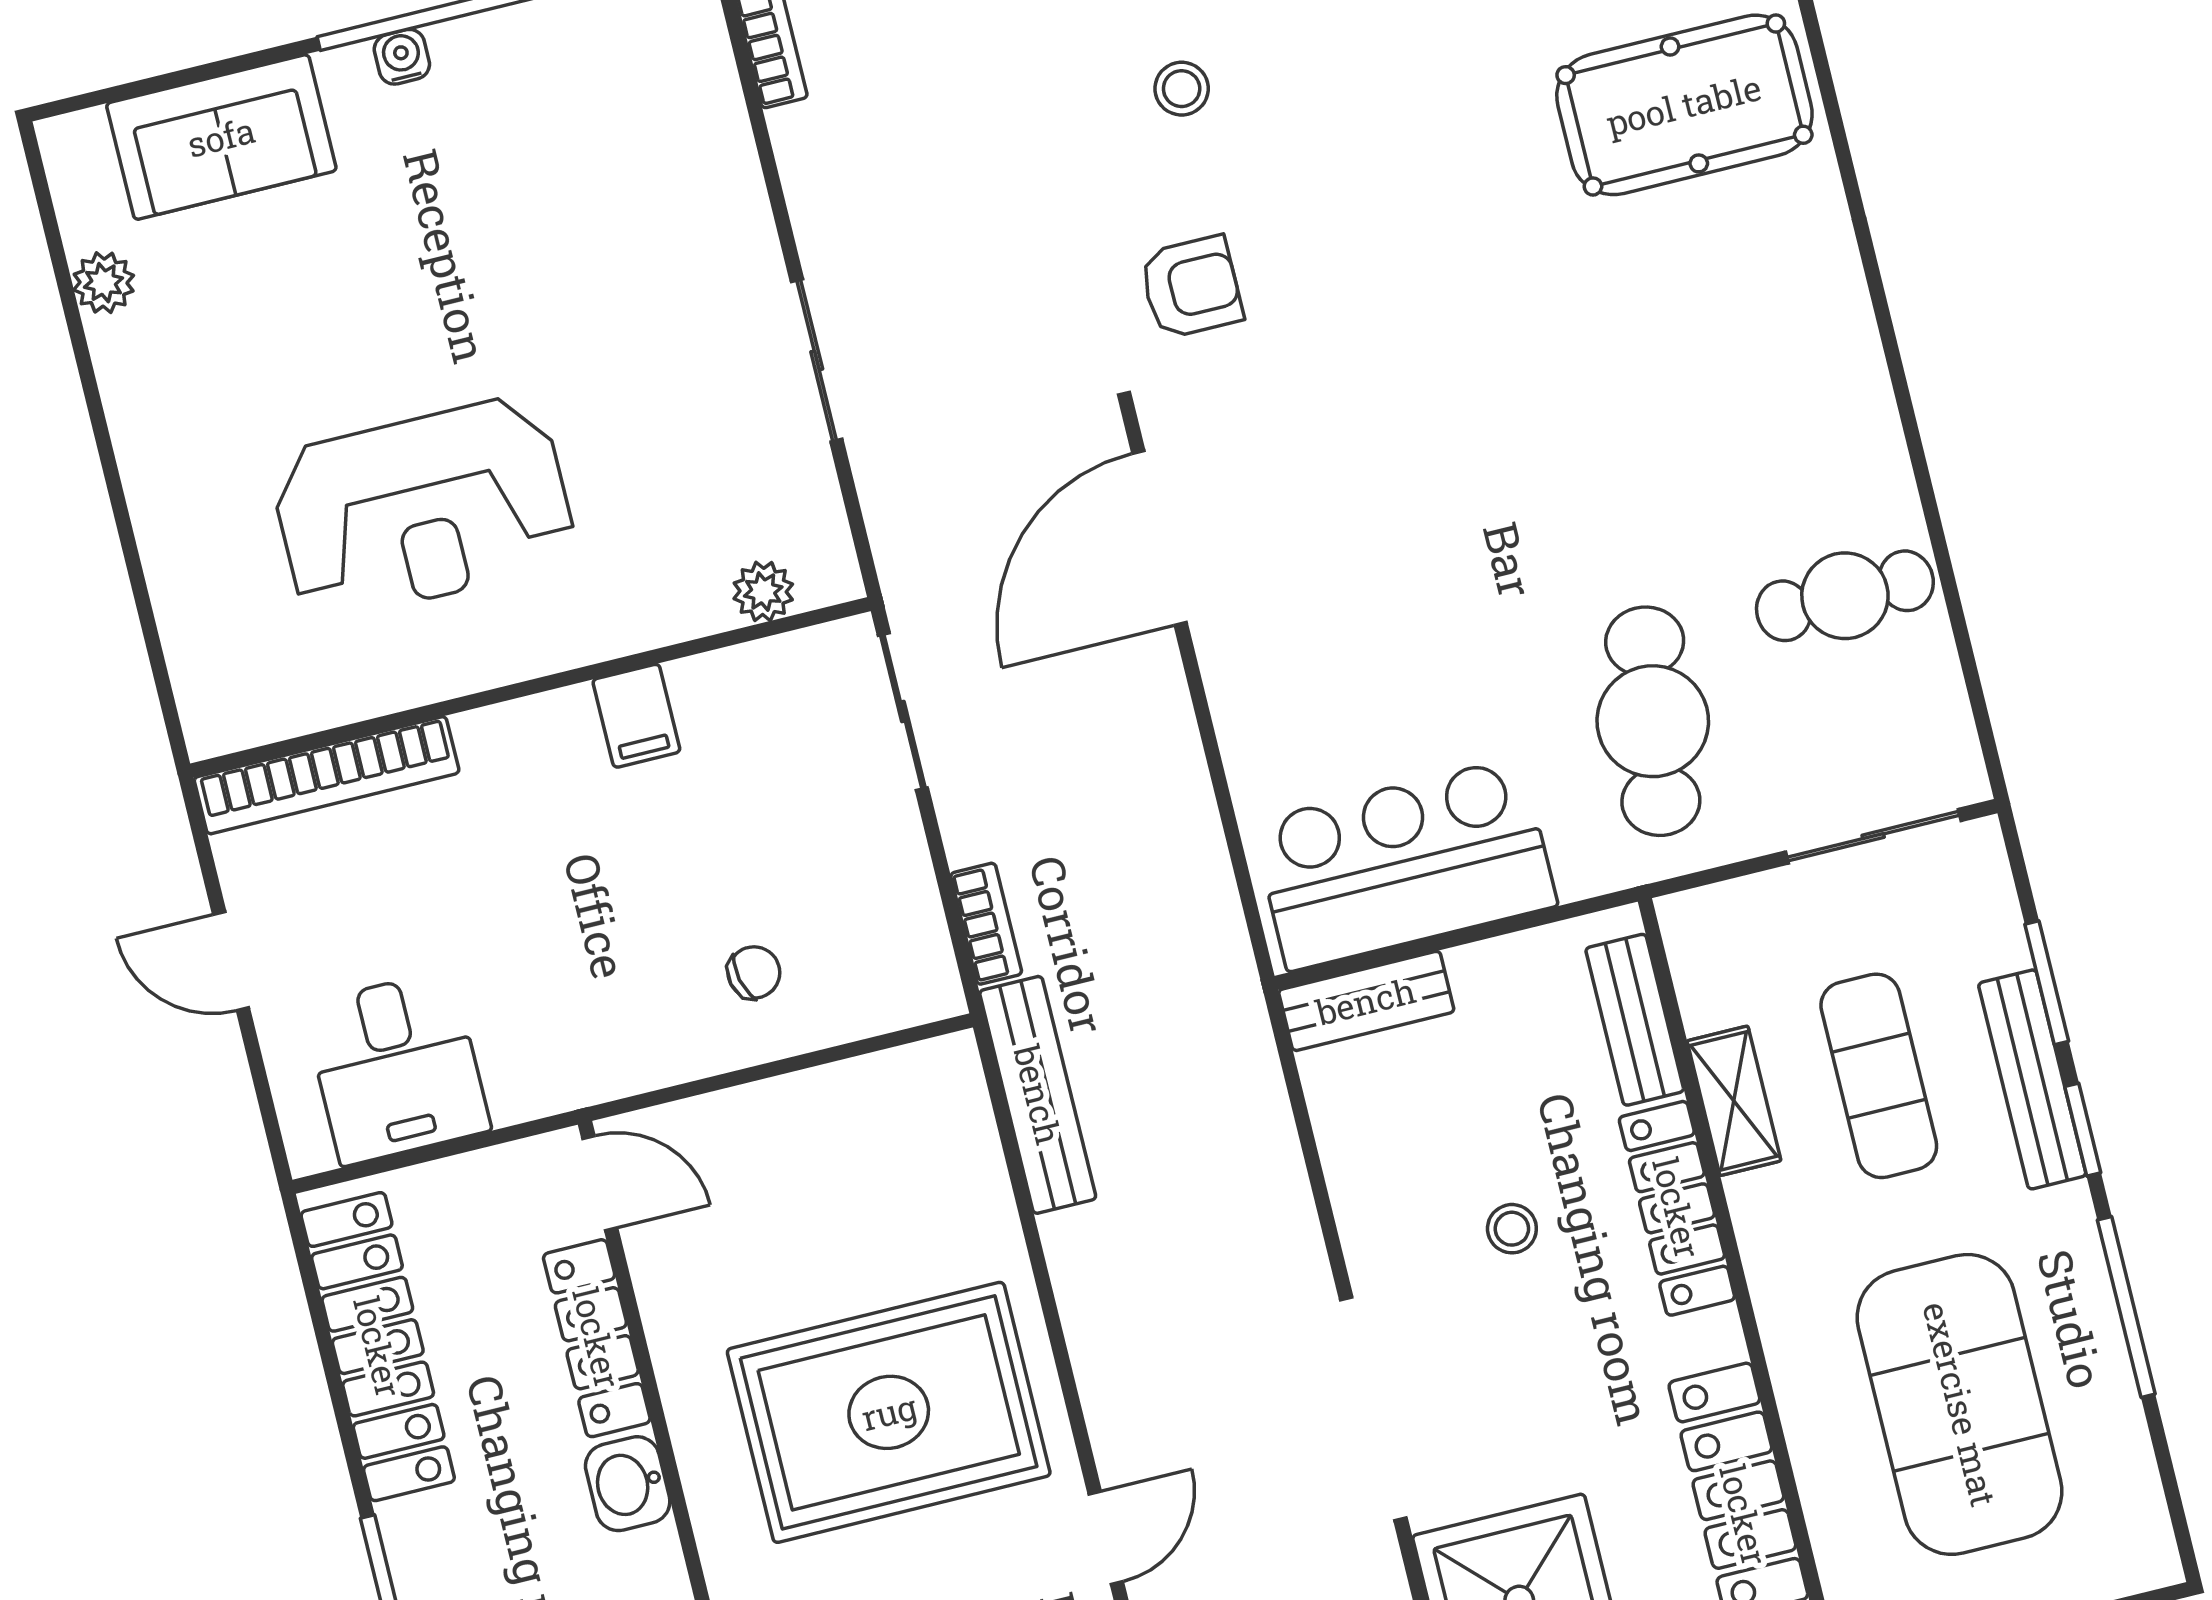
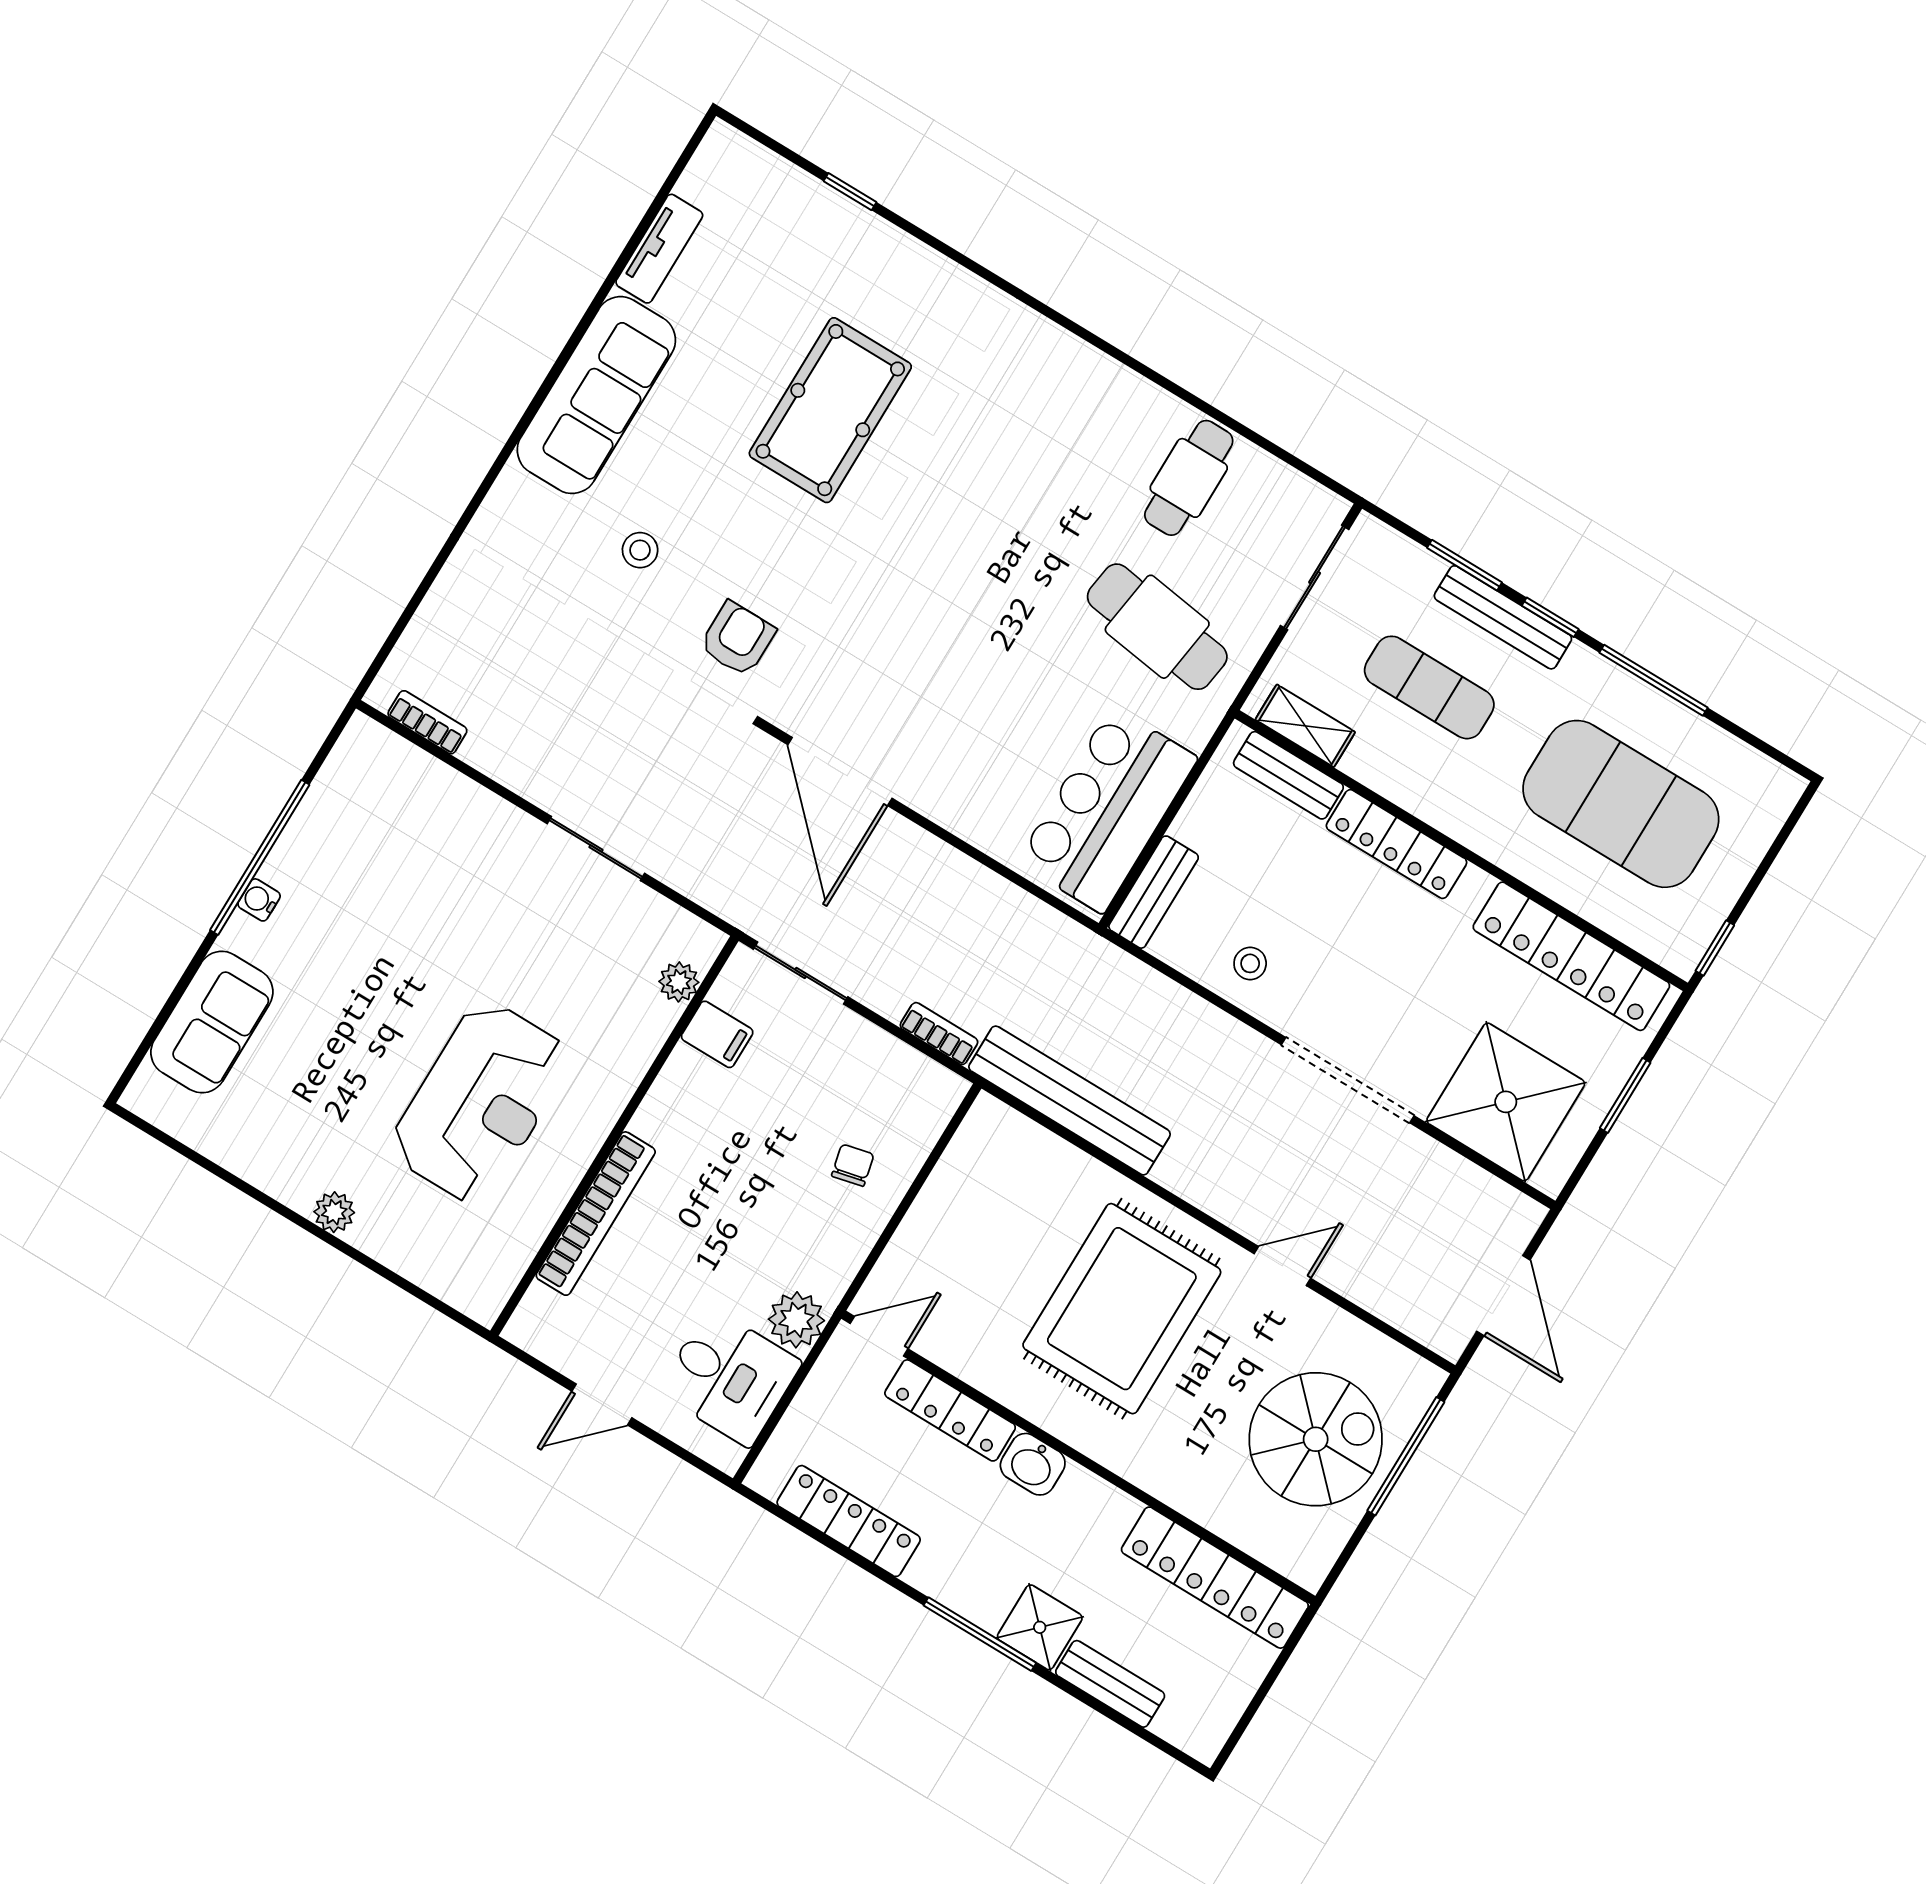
pool table: (1684, 105) -> (830, 410), moved
plant: (104, 283) -> (334, 1212), moved
filing cabinet: (636, 716) -> (717, 1034), moved
bookcase: (327, 775) -> (596, 1214), moved
plant: (529, 1078) -> (796, 1320), added
bench: (1038, 1095) -> (1070, 1100), width x1.37, depth x1.21
shelving: (1734, 1101) -> (1305, 726), moved
stool: (1512, 1229) -> (1250, 963), moved
locker: (378, 1347) -> (849, 1521), width x0.71, depth x0.83
door: (1106, 1538) -> (1282, 1266), hinge flipped

